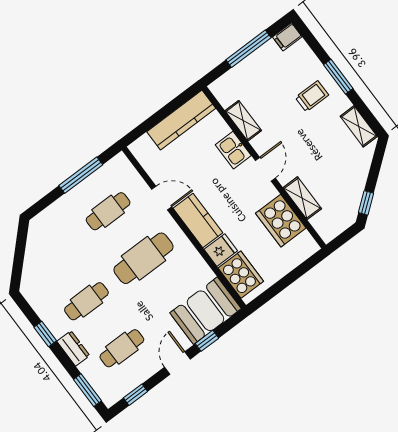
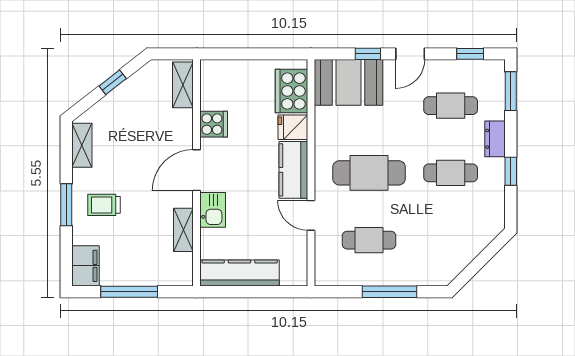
filing cabinet: (287, 37) -> (86, 266), width x2.00
door: (265, 169) -> (197, 170), width x1.37
window: (81, 175) -> (389, 292), moved
shelving: (302, 198) -> (183, 85), moved
window: (366, 203) -> (113, 82), moved
cooker: (281, 221) -> (214, 124), width x0.53, depth x0.76

